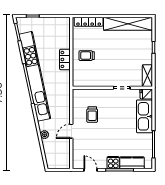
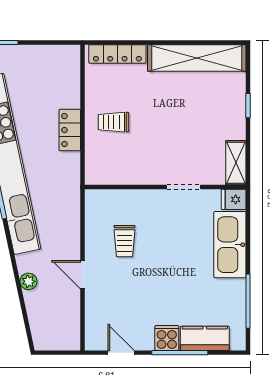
door: (71, 131) -> (82, 275), hinge flipped

